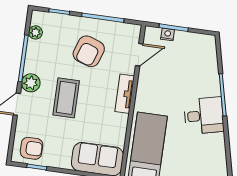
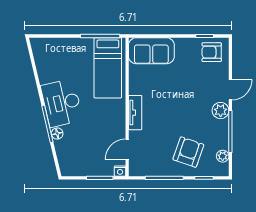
nightstand: (168, 34) -> (120, 171), moved
armchair: (89, 51) -> (188, 152), moved
floor lamp: (213, 83) -> (57, 134), added
coffee table: (66, 98) -> (187, 102), removed
desk: (204, 116) -> (62, 103), width x1.37

